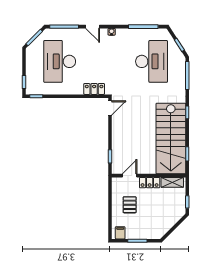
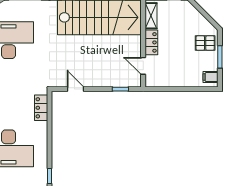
door: (110, 108) -> (75, 89), moved
pallet: (130, 205) -> (205, 43), moved

